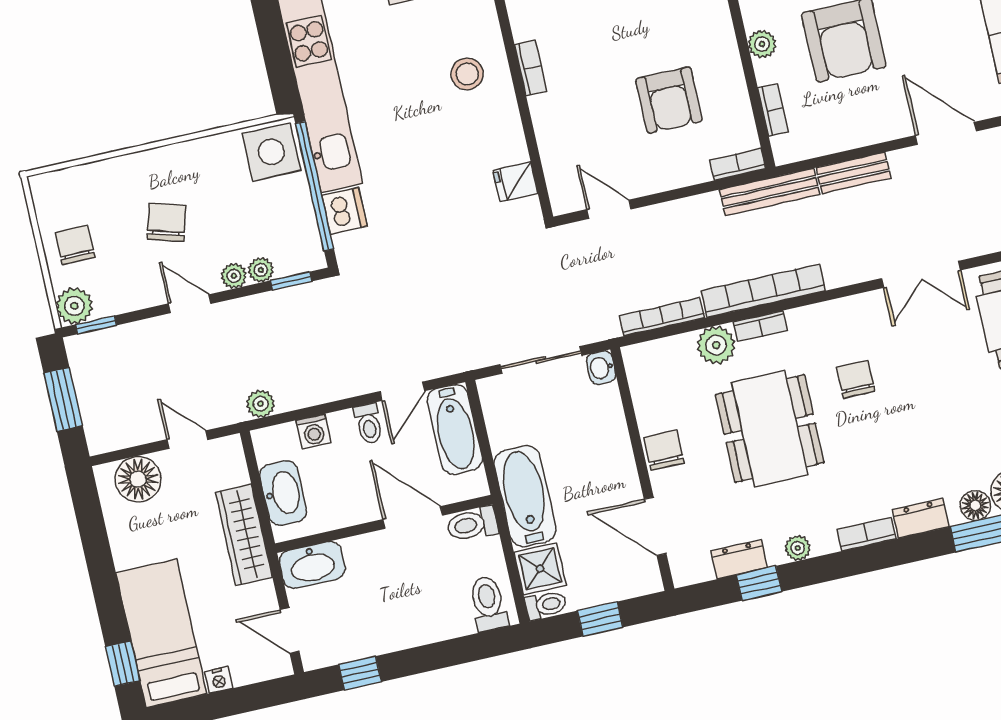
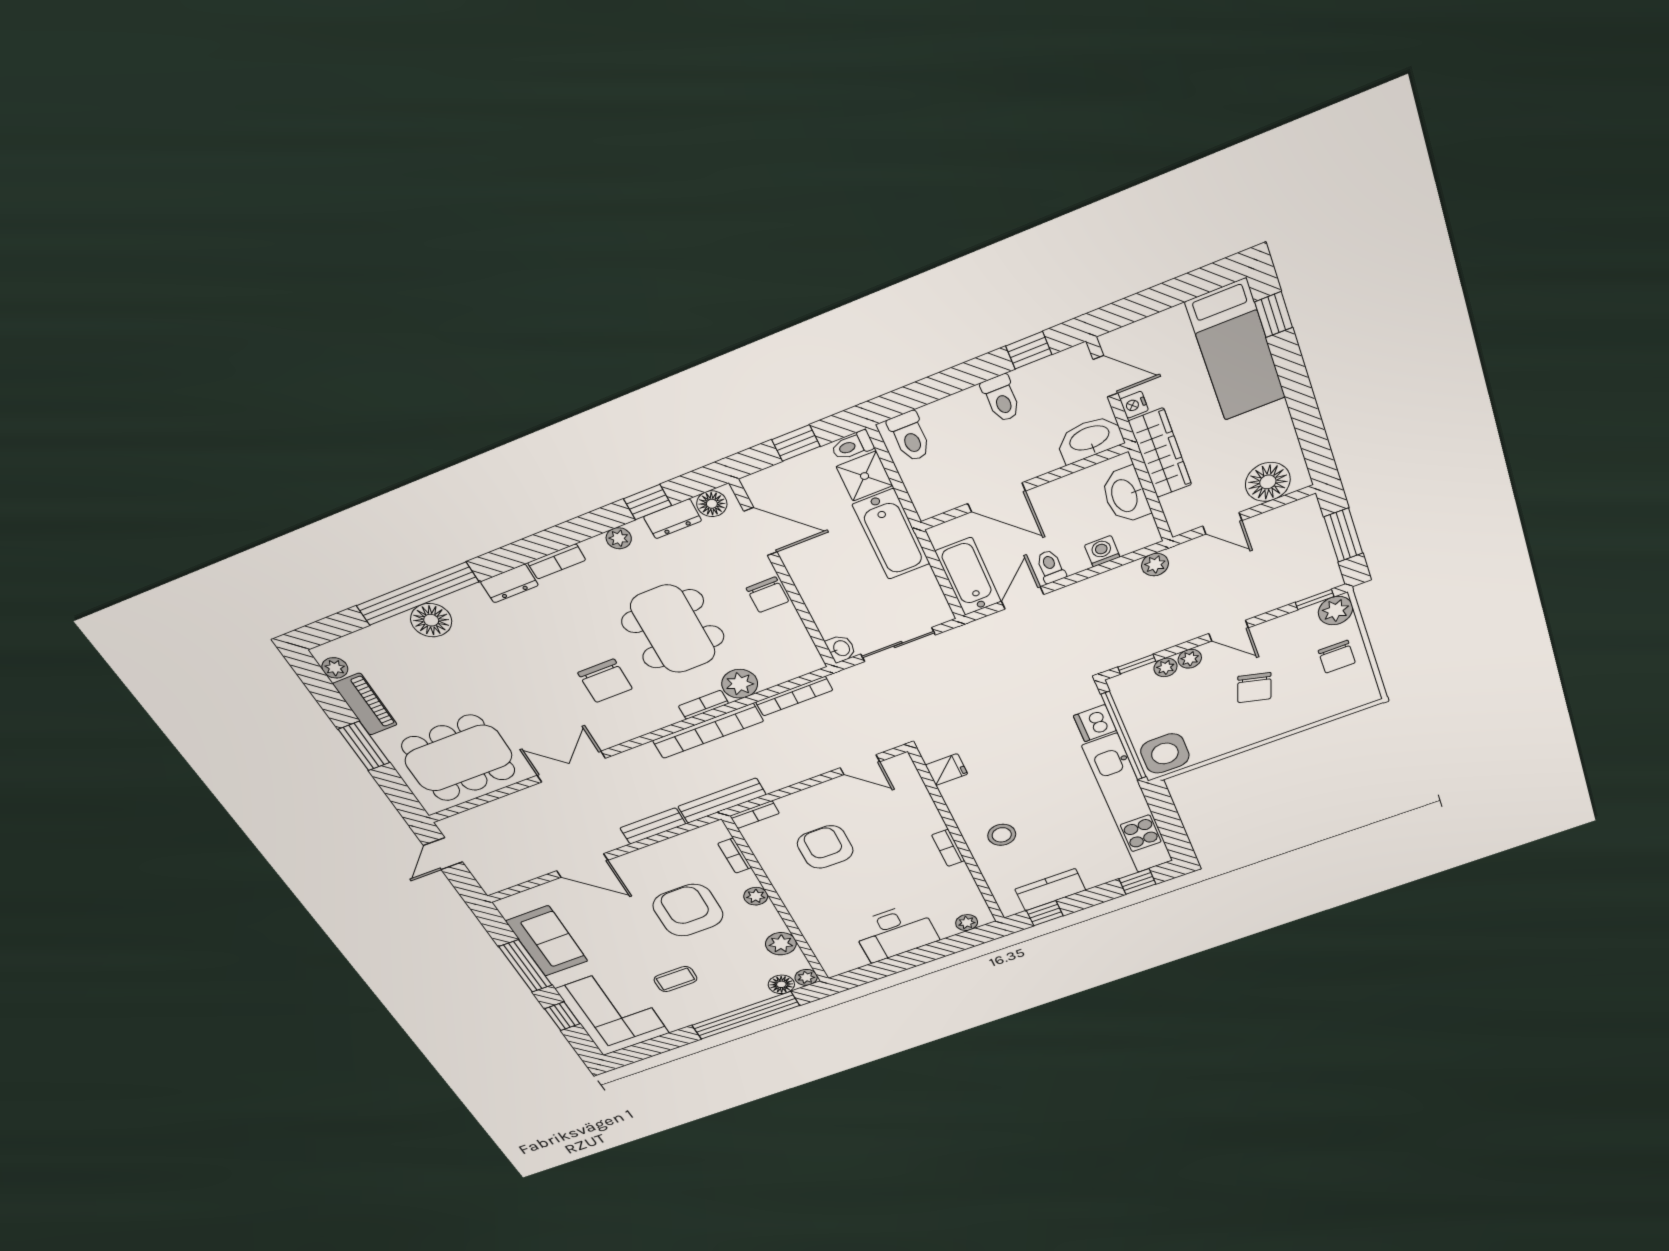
chair: (856, 379) -> (605, 681), width x1.37, depth x1.37
floor lamp: (975, 505) -> (712, 504), moved
toilet: (472, 524) -> (1001, 398), moved, turned 90
nightstand: (219, 680) -> (1134, 405), moved, turned -90

